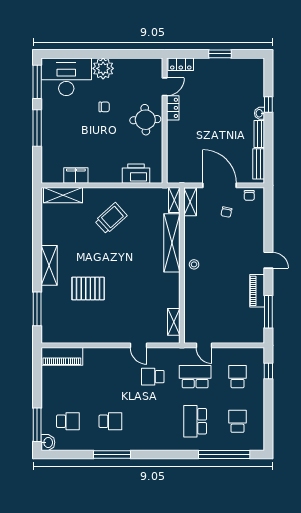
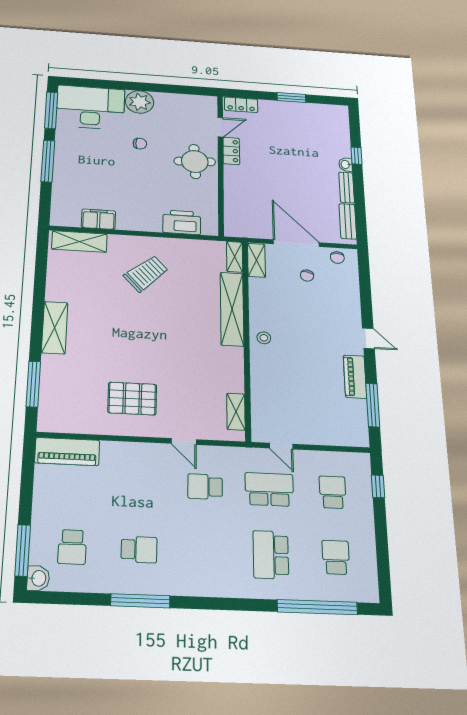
pallet: (88, 288) -> (132, 399), moved
school desk: (68, 421) -> (72, 547), turned 90

